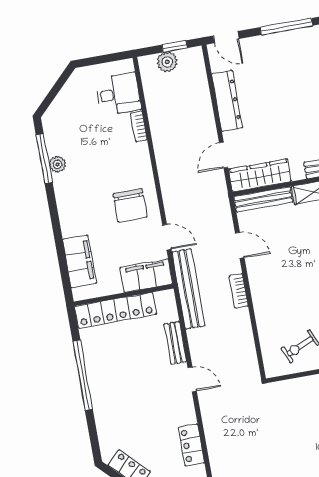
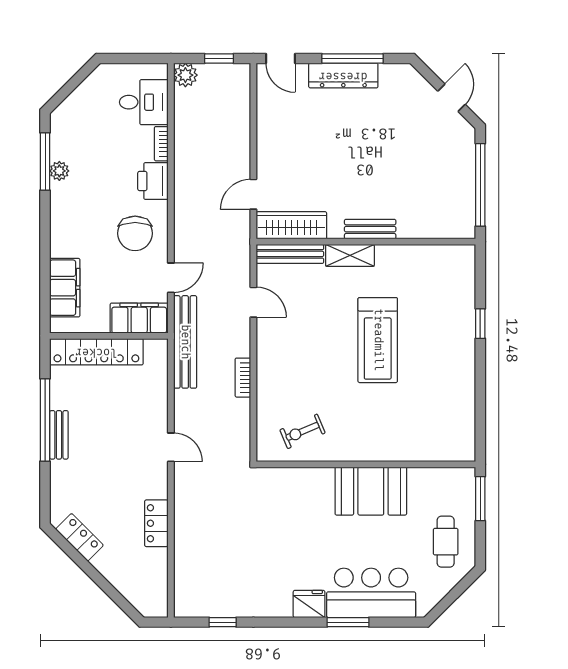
plant: (167, 62) -> (185, 75), moved
dresser: (227, 101) -> (343, 76), moved, turned 90
printer: (137, 159) -> (153, 181), added
door: (167, 237) -> (171, 278), hinge flipped
bookcase: (239, 291) -> (243, 378), moved
bench: (175, 343) -> (59, 435), moved

